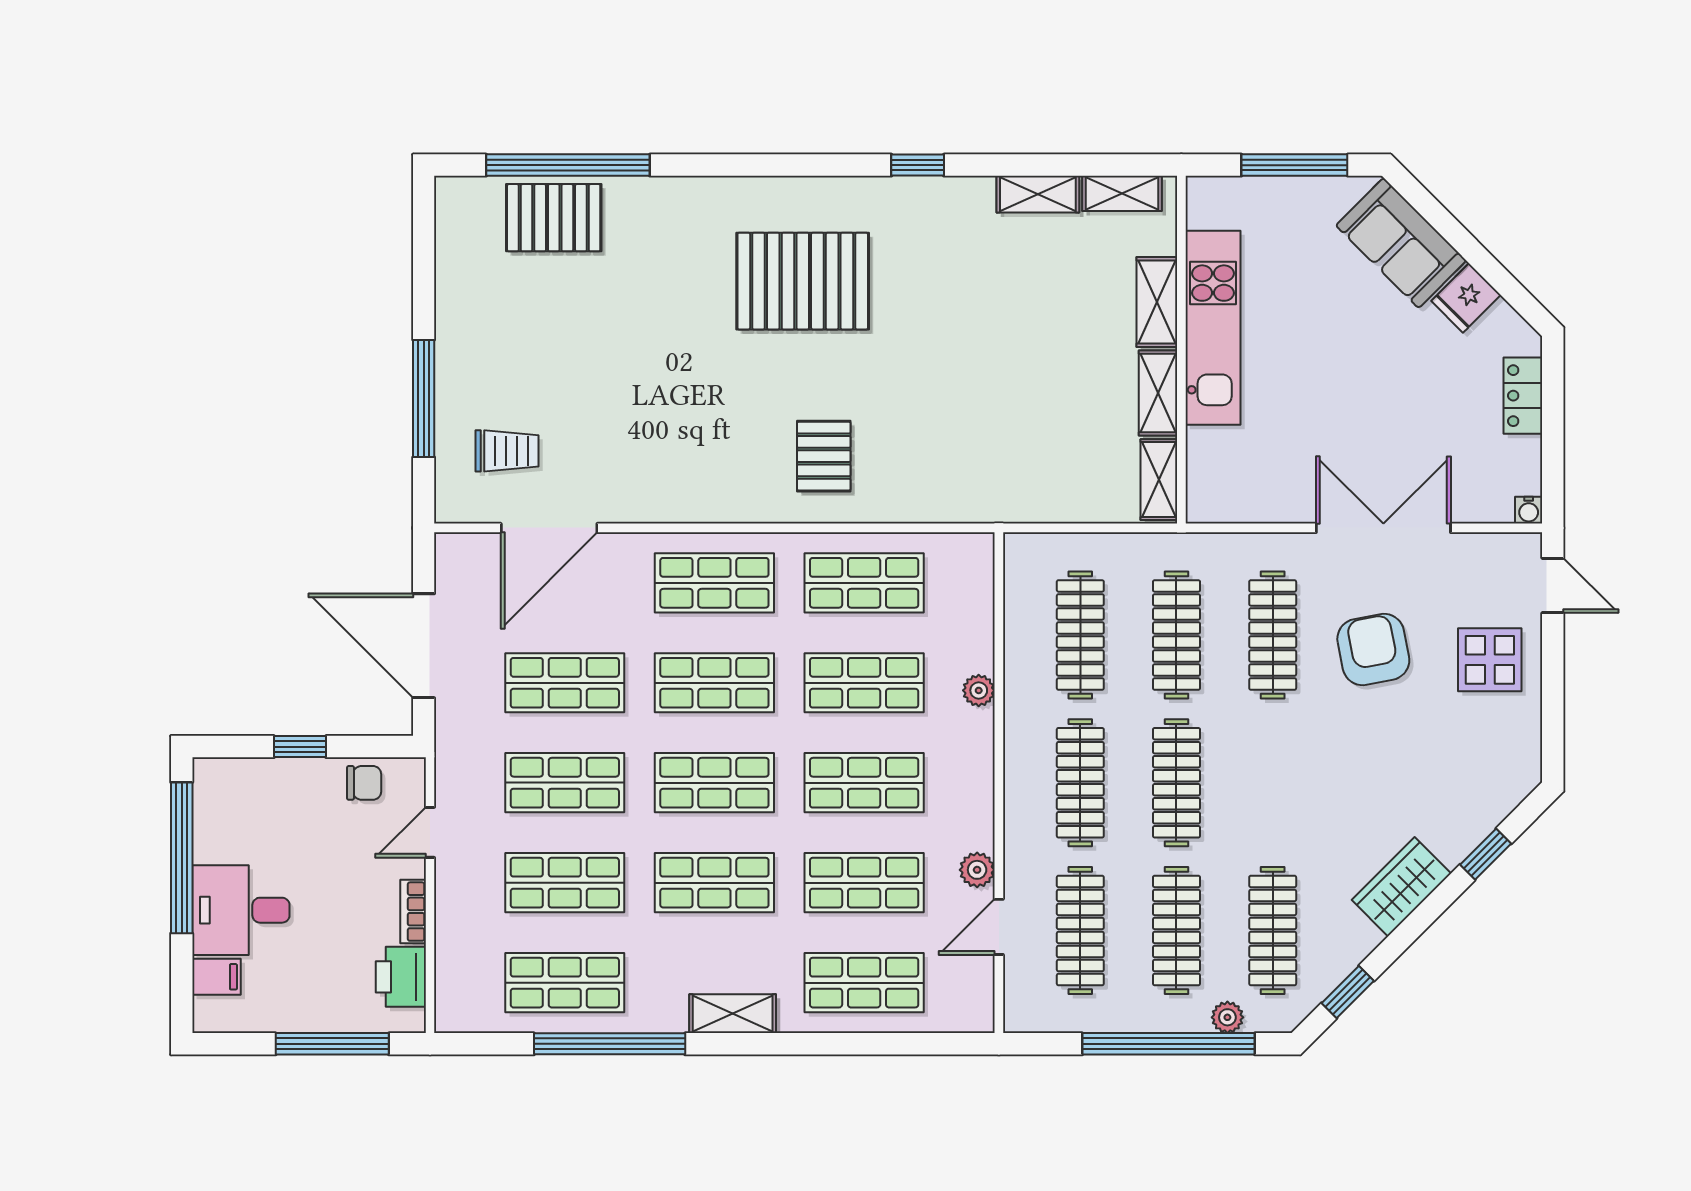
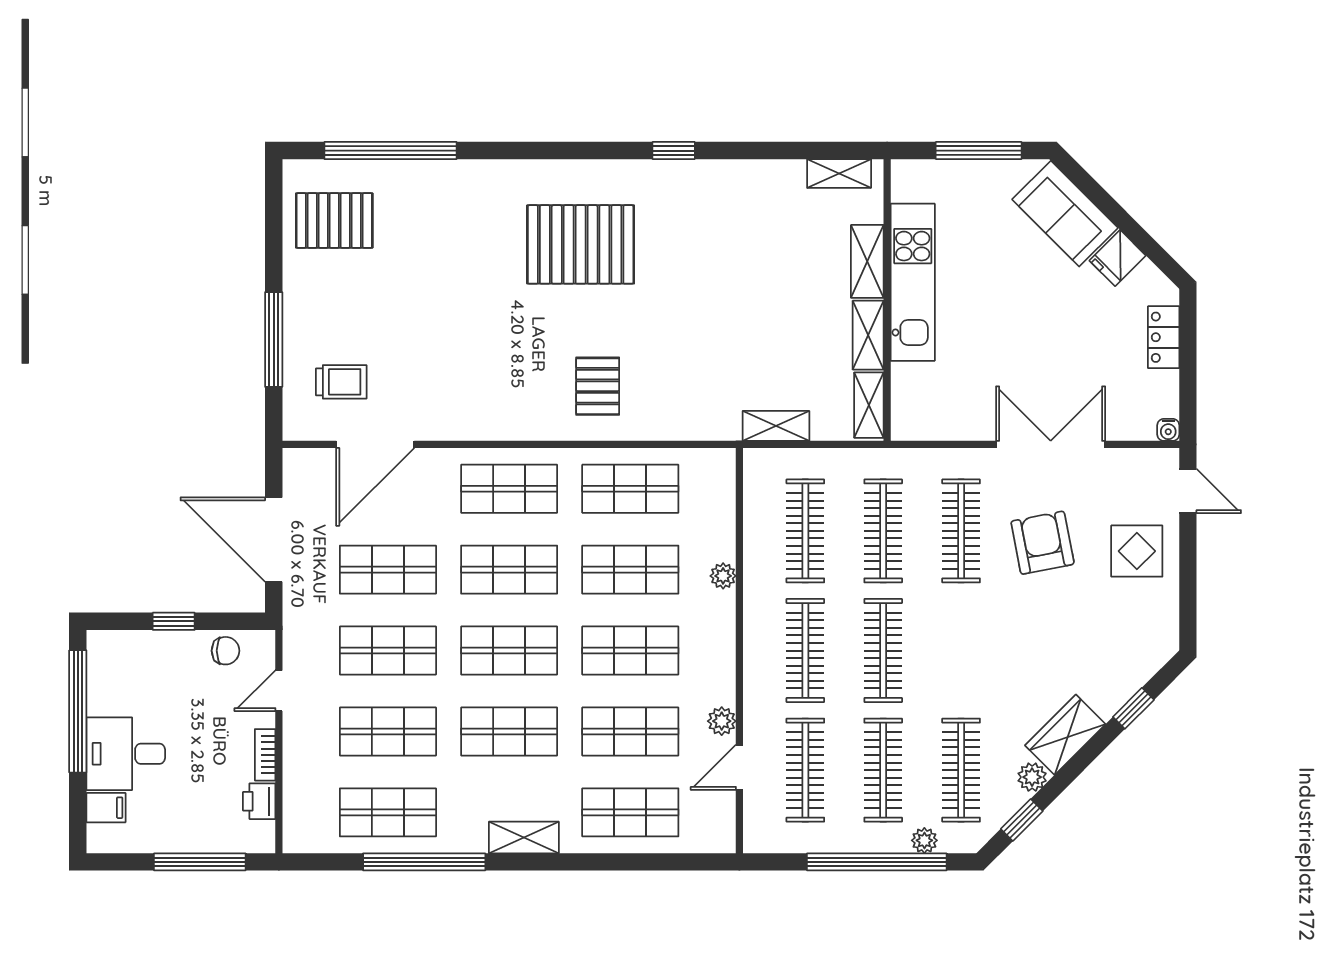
shelving: (1038, 194) -> (776, 426), moved
pallet: (554, 218) -> (334, 220), moved
plant: (1360, 939) -> (1032, 777), added
printer: (401, 977) -> (259, 801), width x0.73, depth x0.81

